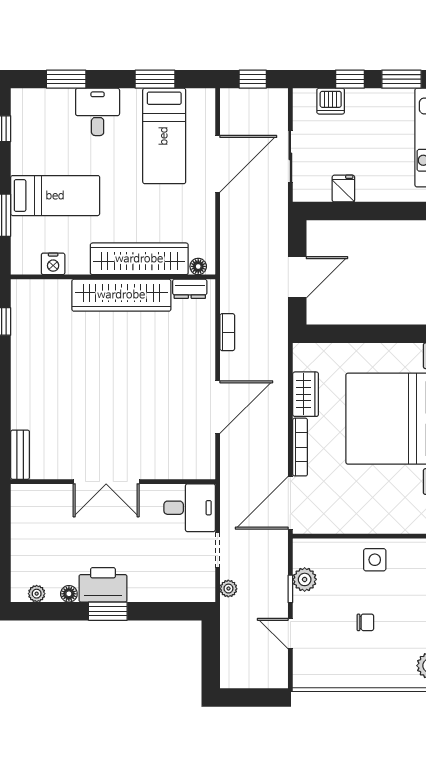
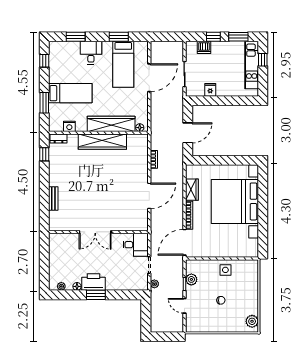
window: (253, 79) -> (166, 37), removed
dresser: (190, 289) -> (59, 138), moved
bench: (20, 455) -> (53, 198), moved

